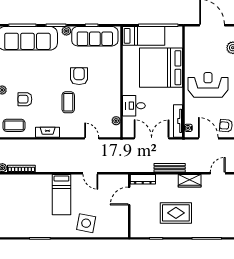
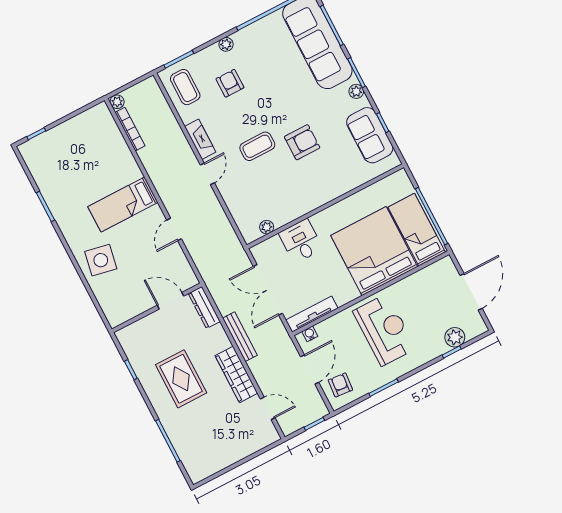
sofa: (95, 36) -> (370, 135), width x0.73
bed: (144, 36) -> (417, 230), moved, turned 180
door: (92, 138) -> (207, 174), moved
double door: (152, 138) -> (268, 290), swing flipped
wardrobe: (190, 181) -> (236, 374), width x1.50

